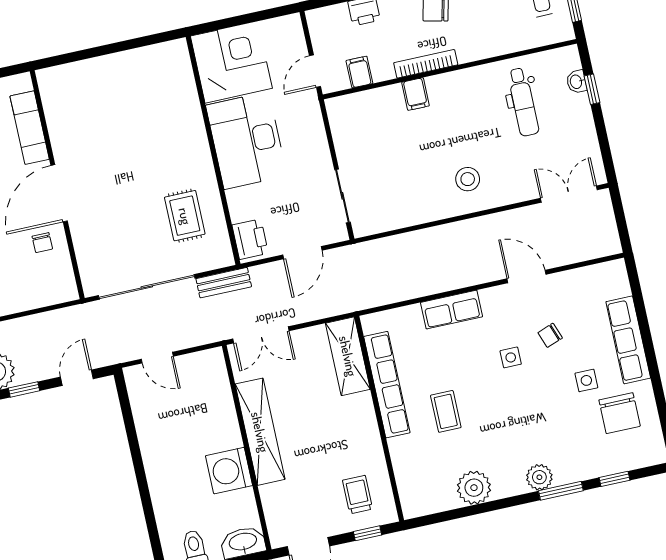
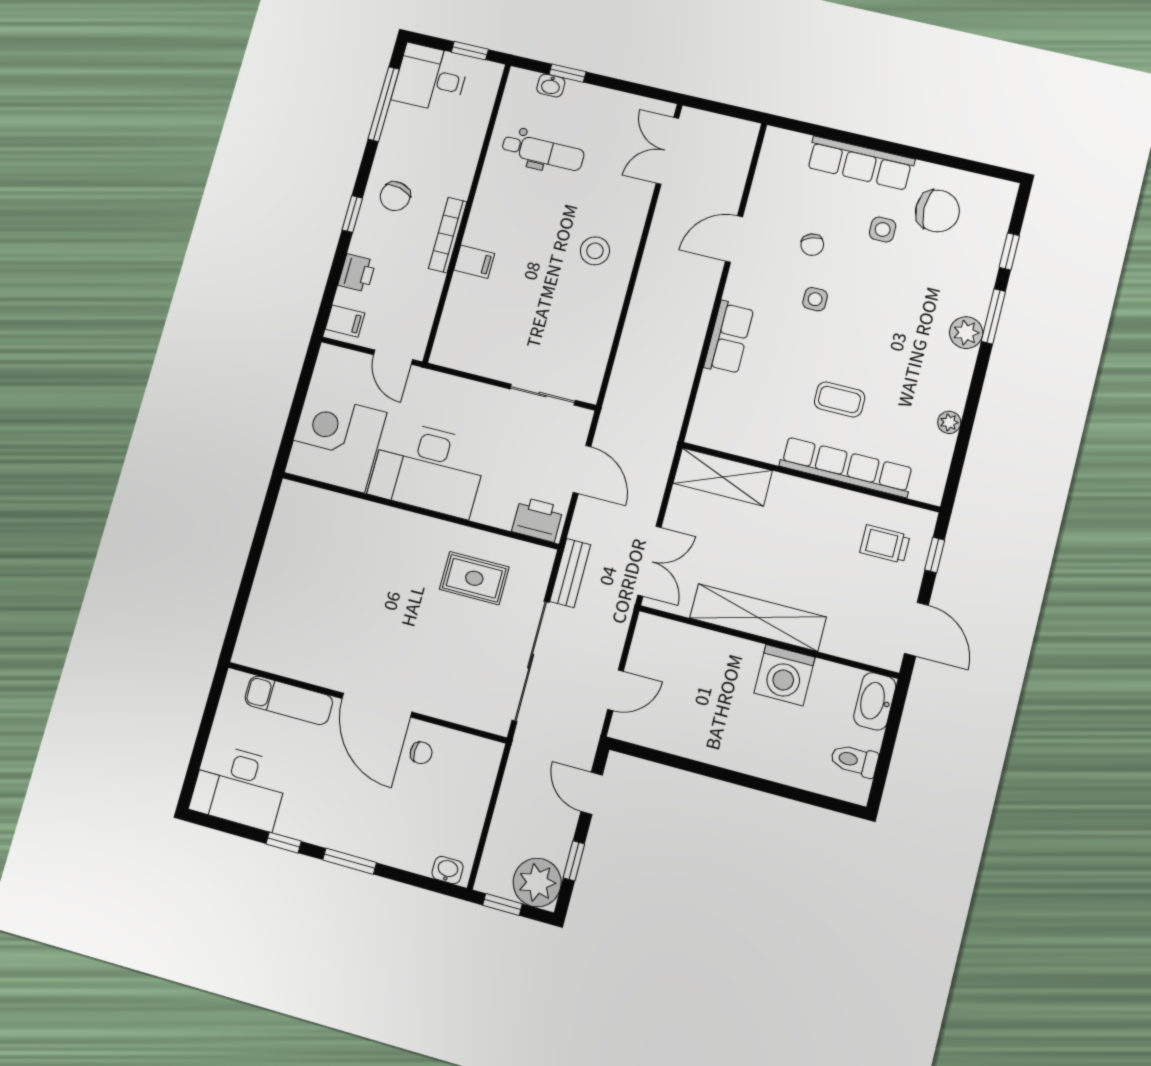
filing cabinet: (359, 72) -> (345, 321), moved, turned 180
row of seats: (387, 385) -> (846, 467), moved
plant: (474, 488) -> (949, 422), width x0.53, depth x0.53

